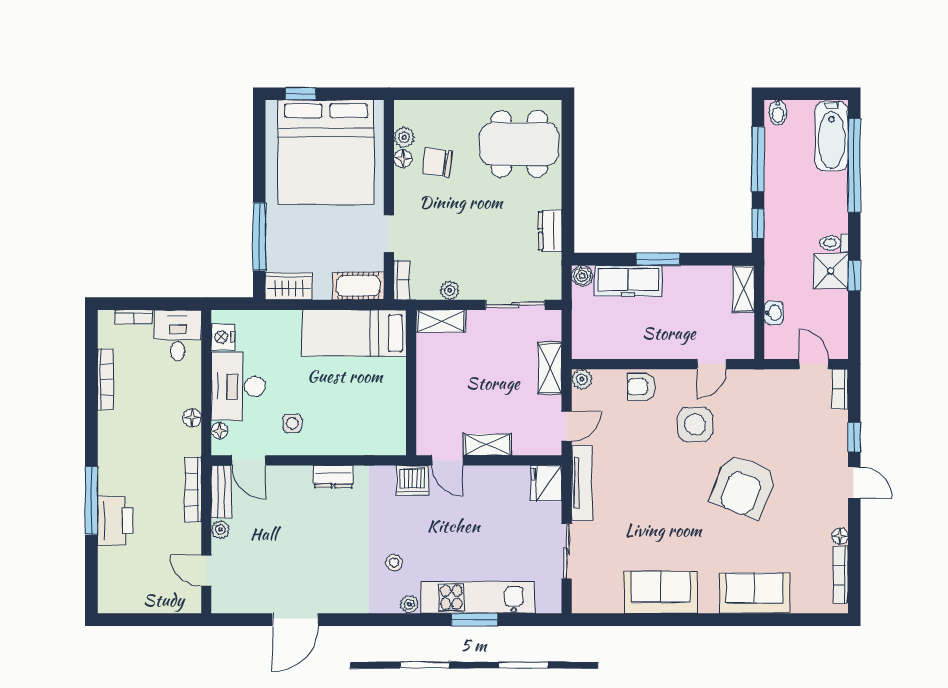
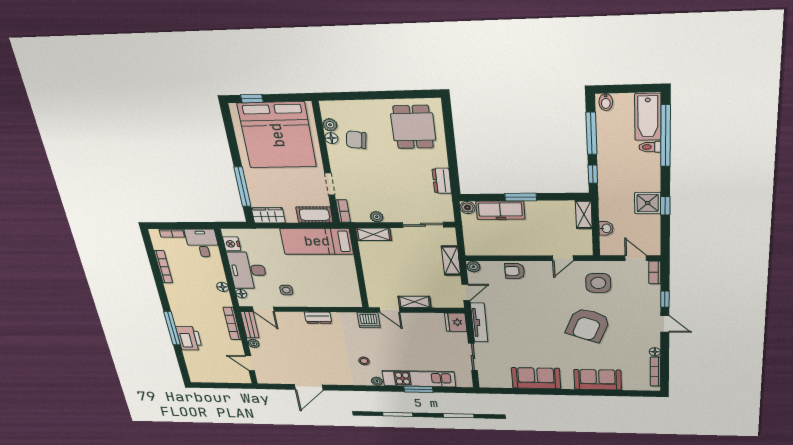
dining table: (519, 144) -> (413, 127), width x0.73
toilet: (834, 243) -> (650, 147), moved
side table: (695, 425) -> (598, 283), moved

